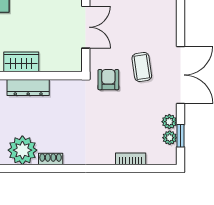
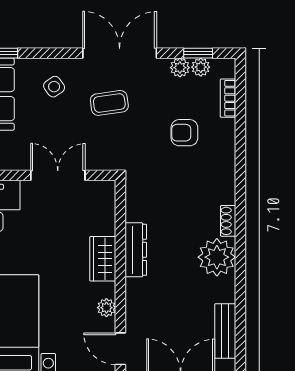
side table: (154, 24) -> (54, 87), added
armchair: (108, 80) -> (184, 133), moved
bookcase: (131, 159) -> (228, 98), moved

